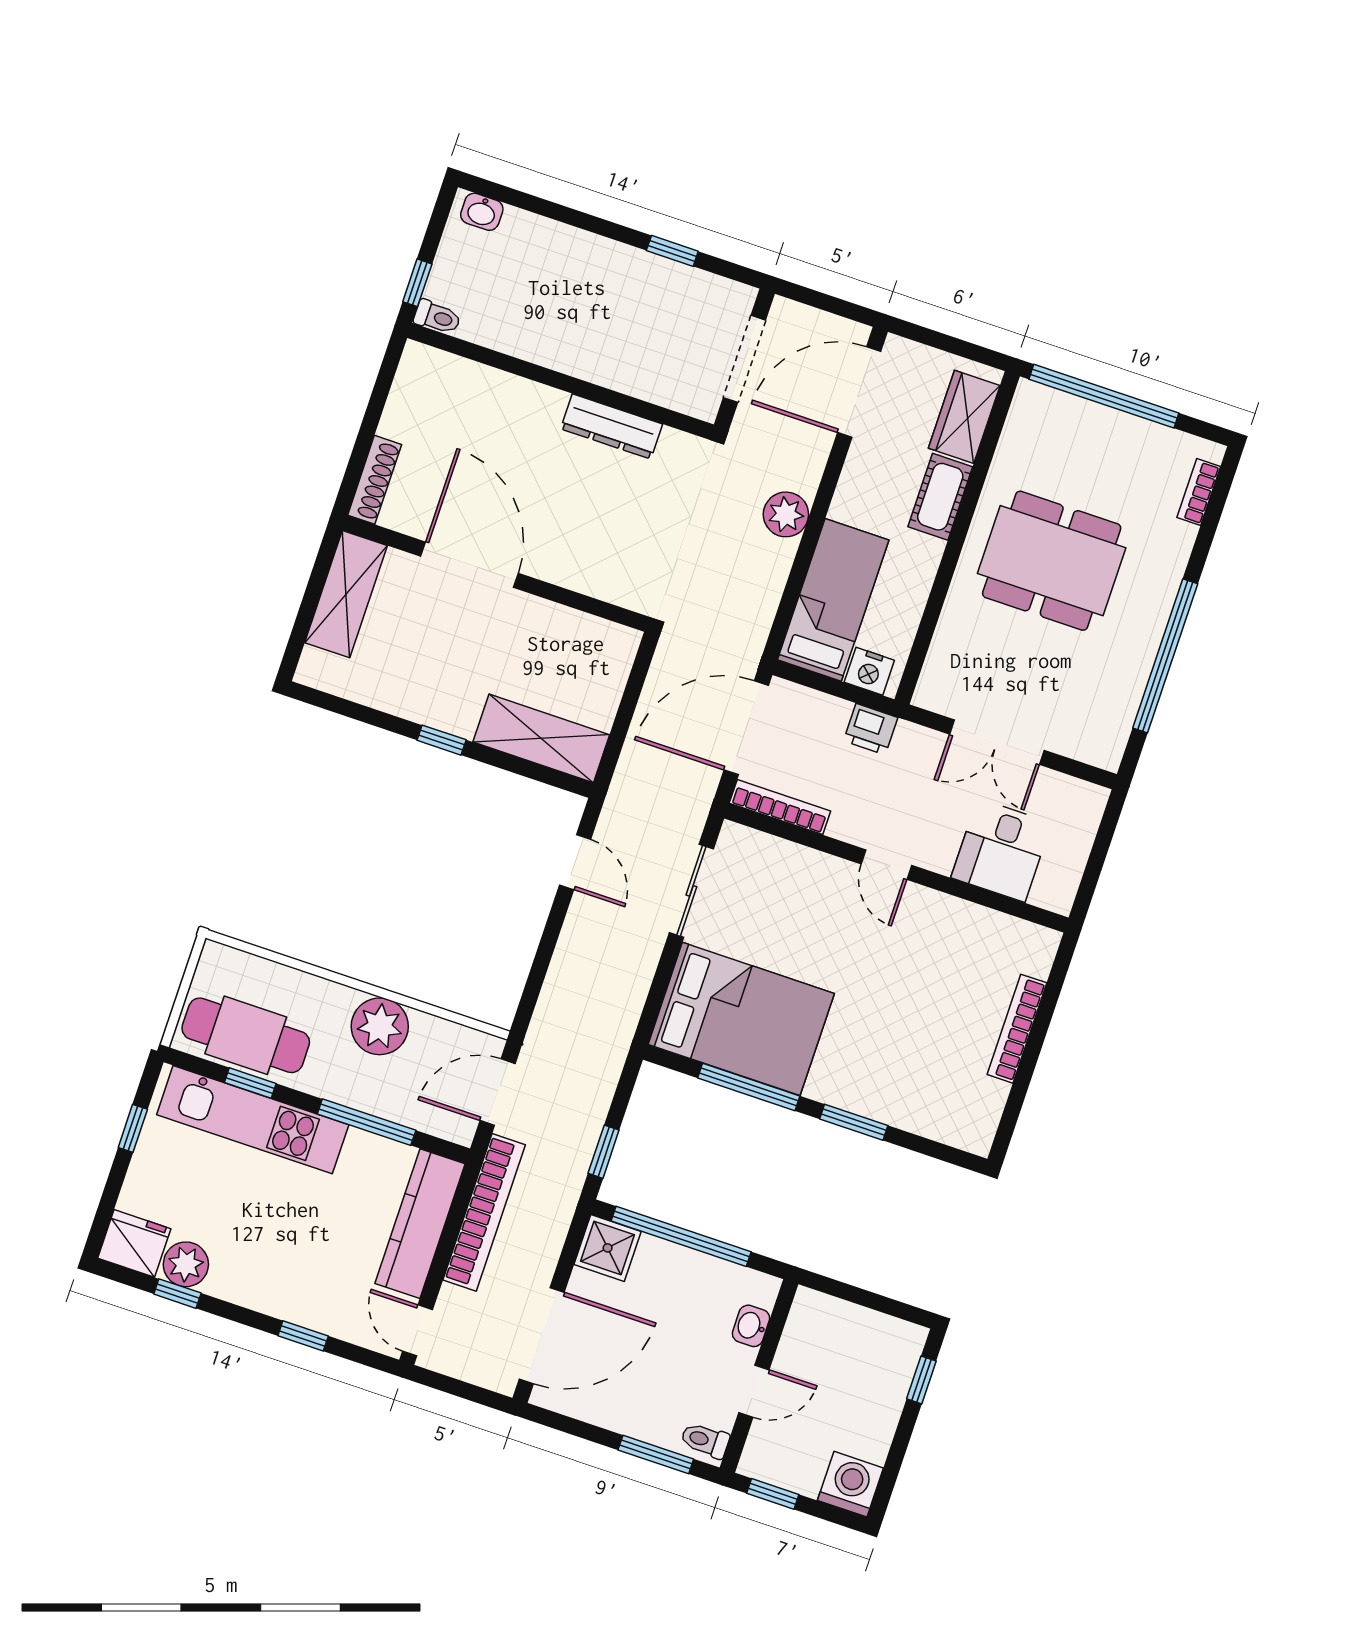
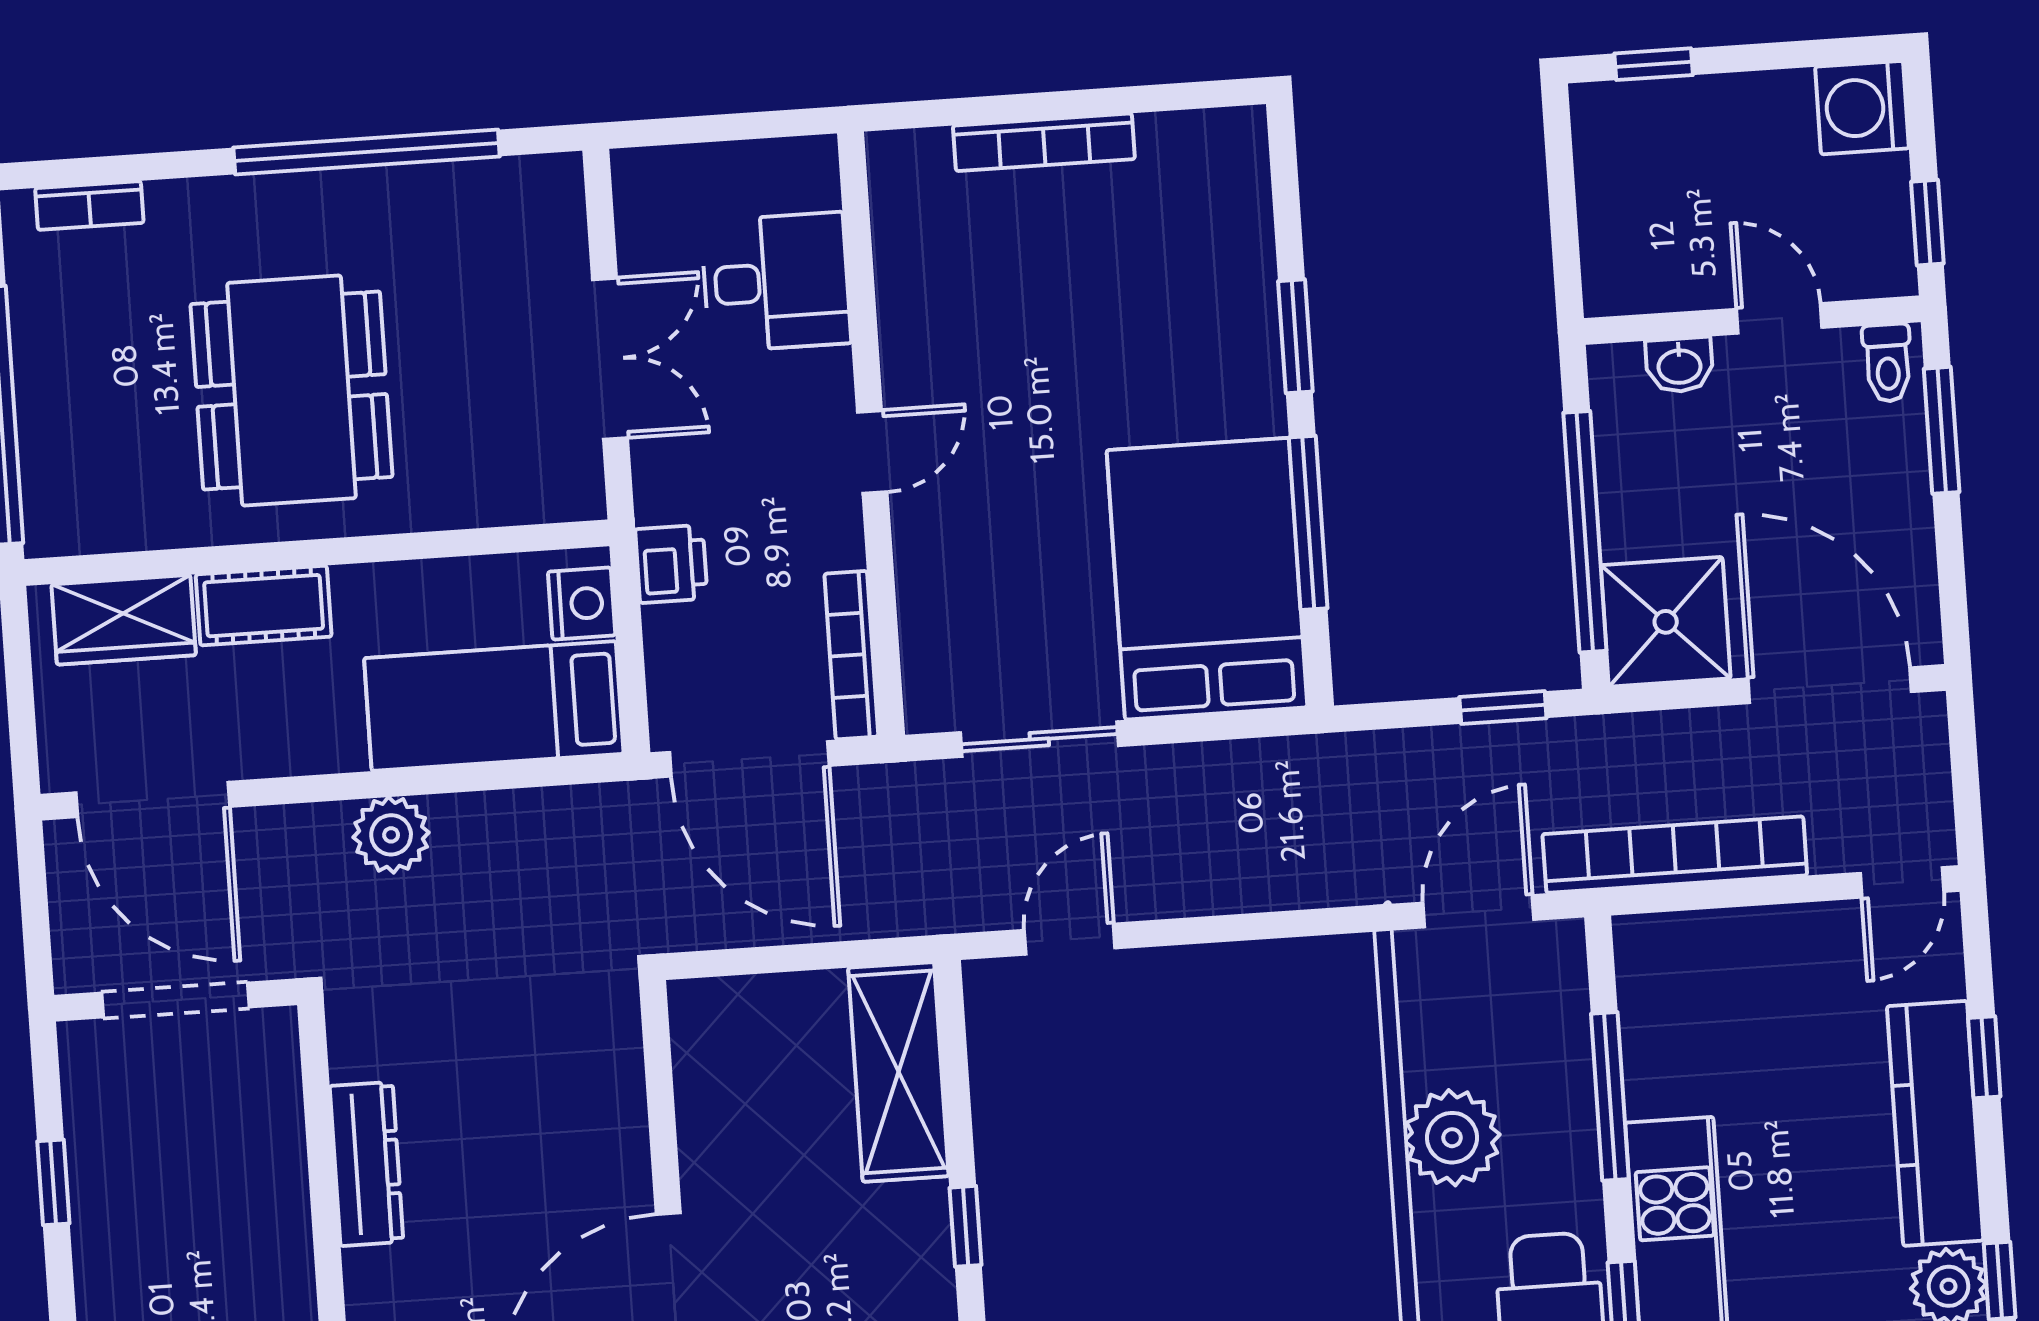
door: (498, 1092) -> (1478, 911), swing flipped
kitchen counter: (420, 1224) -> (1935, 1123), moved, turned 90
shower: (608, 1248) -> (1666, 622), width x1.36, depth x1.36

